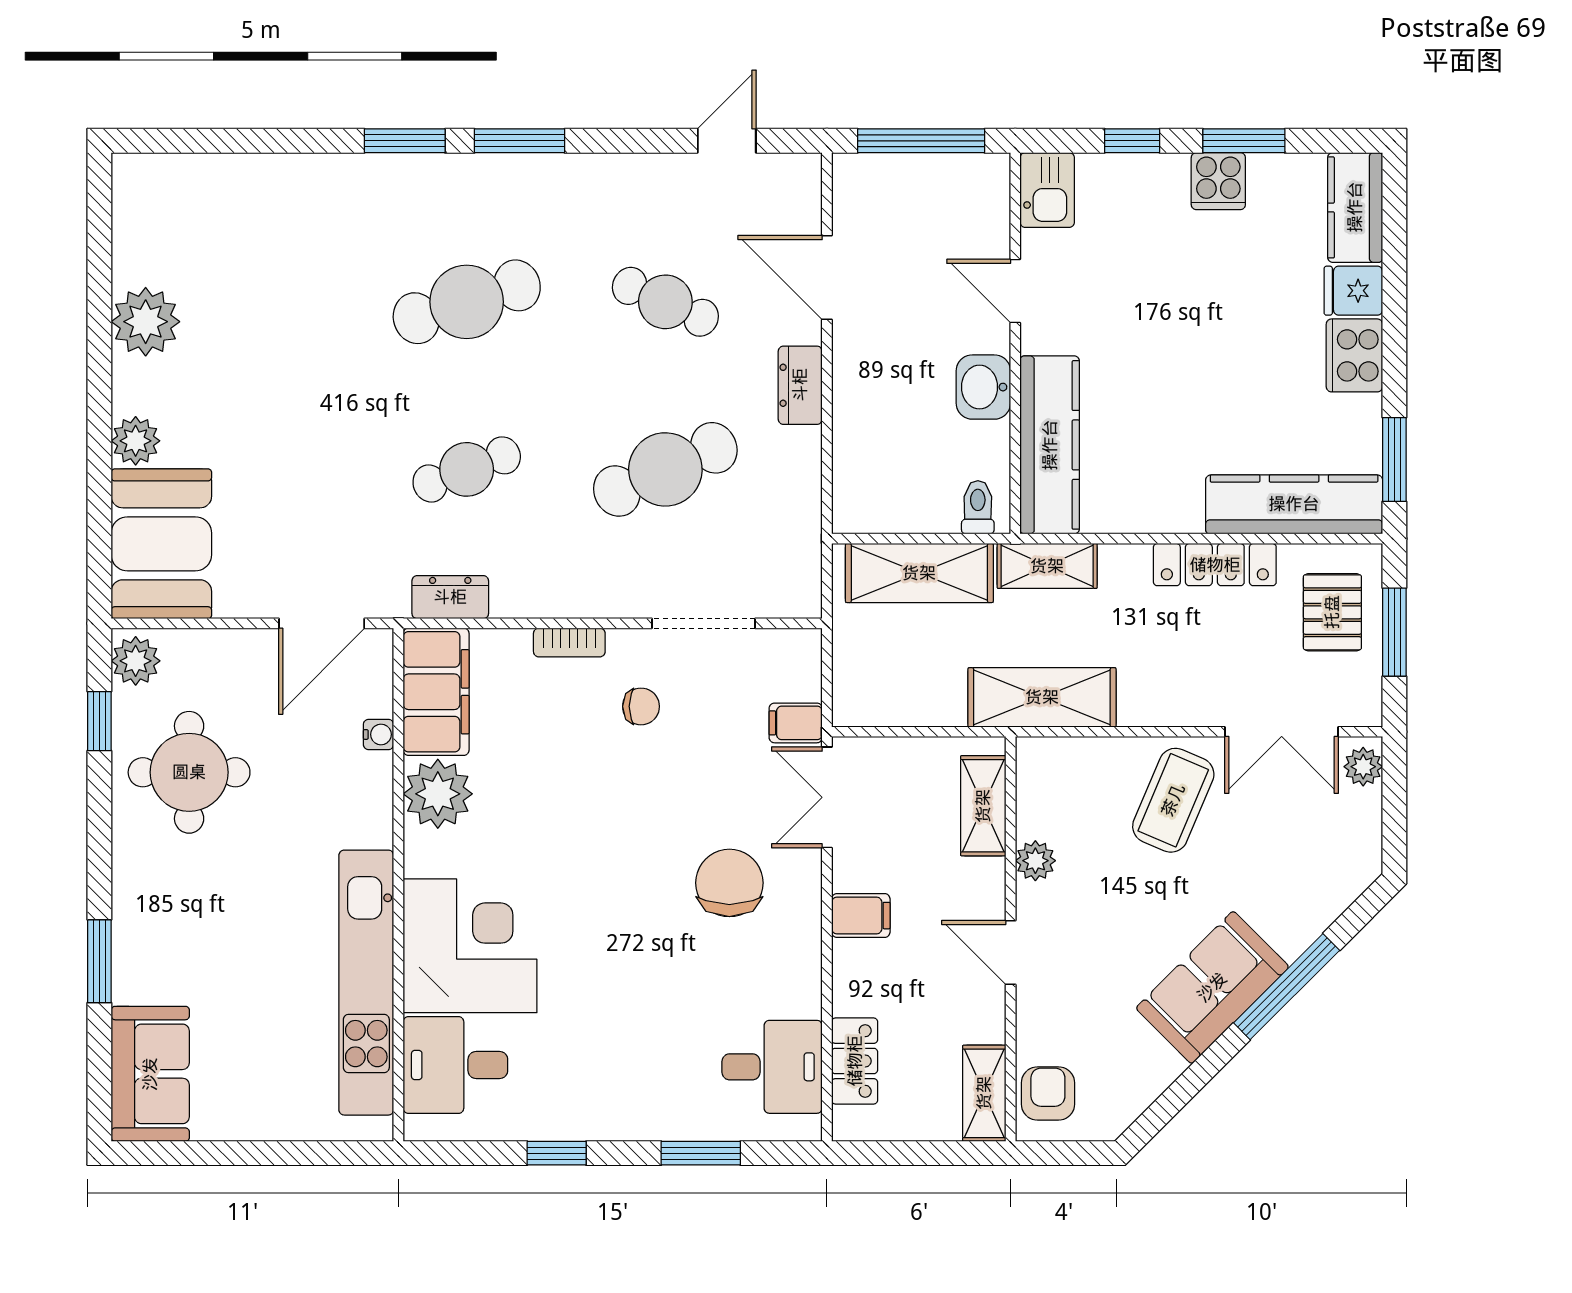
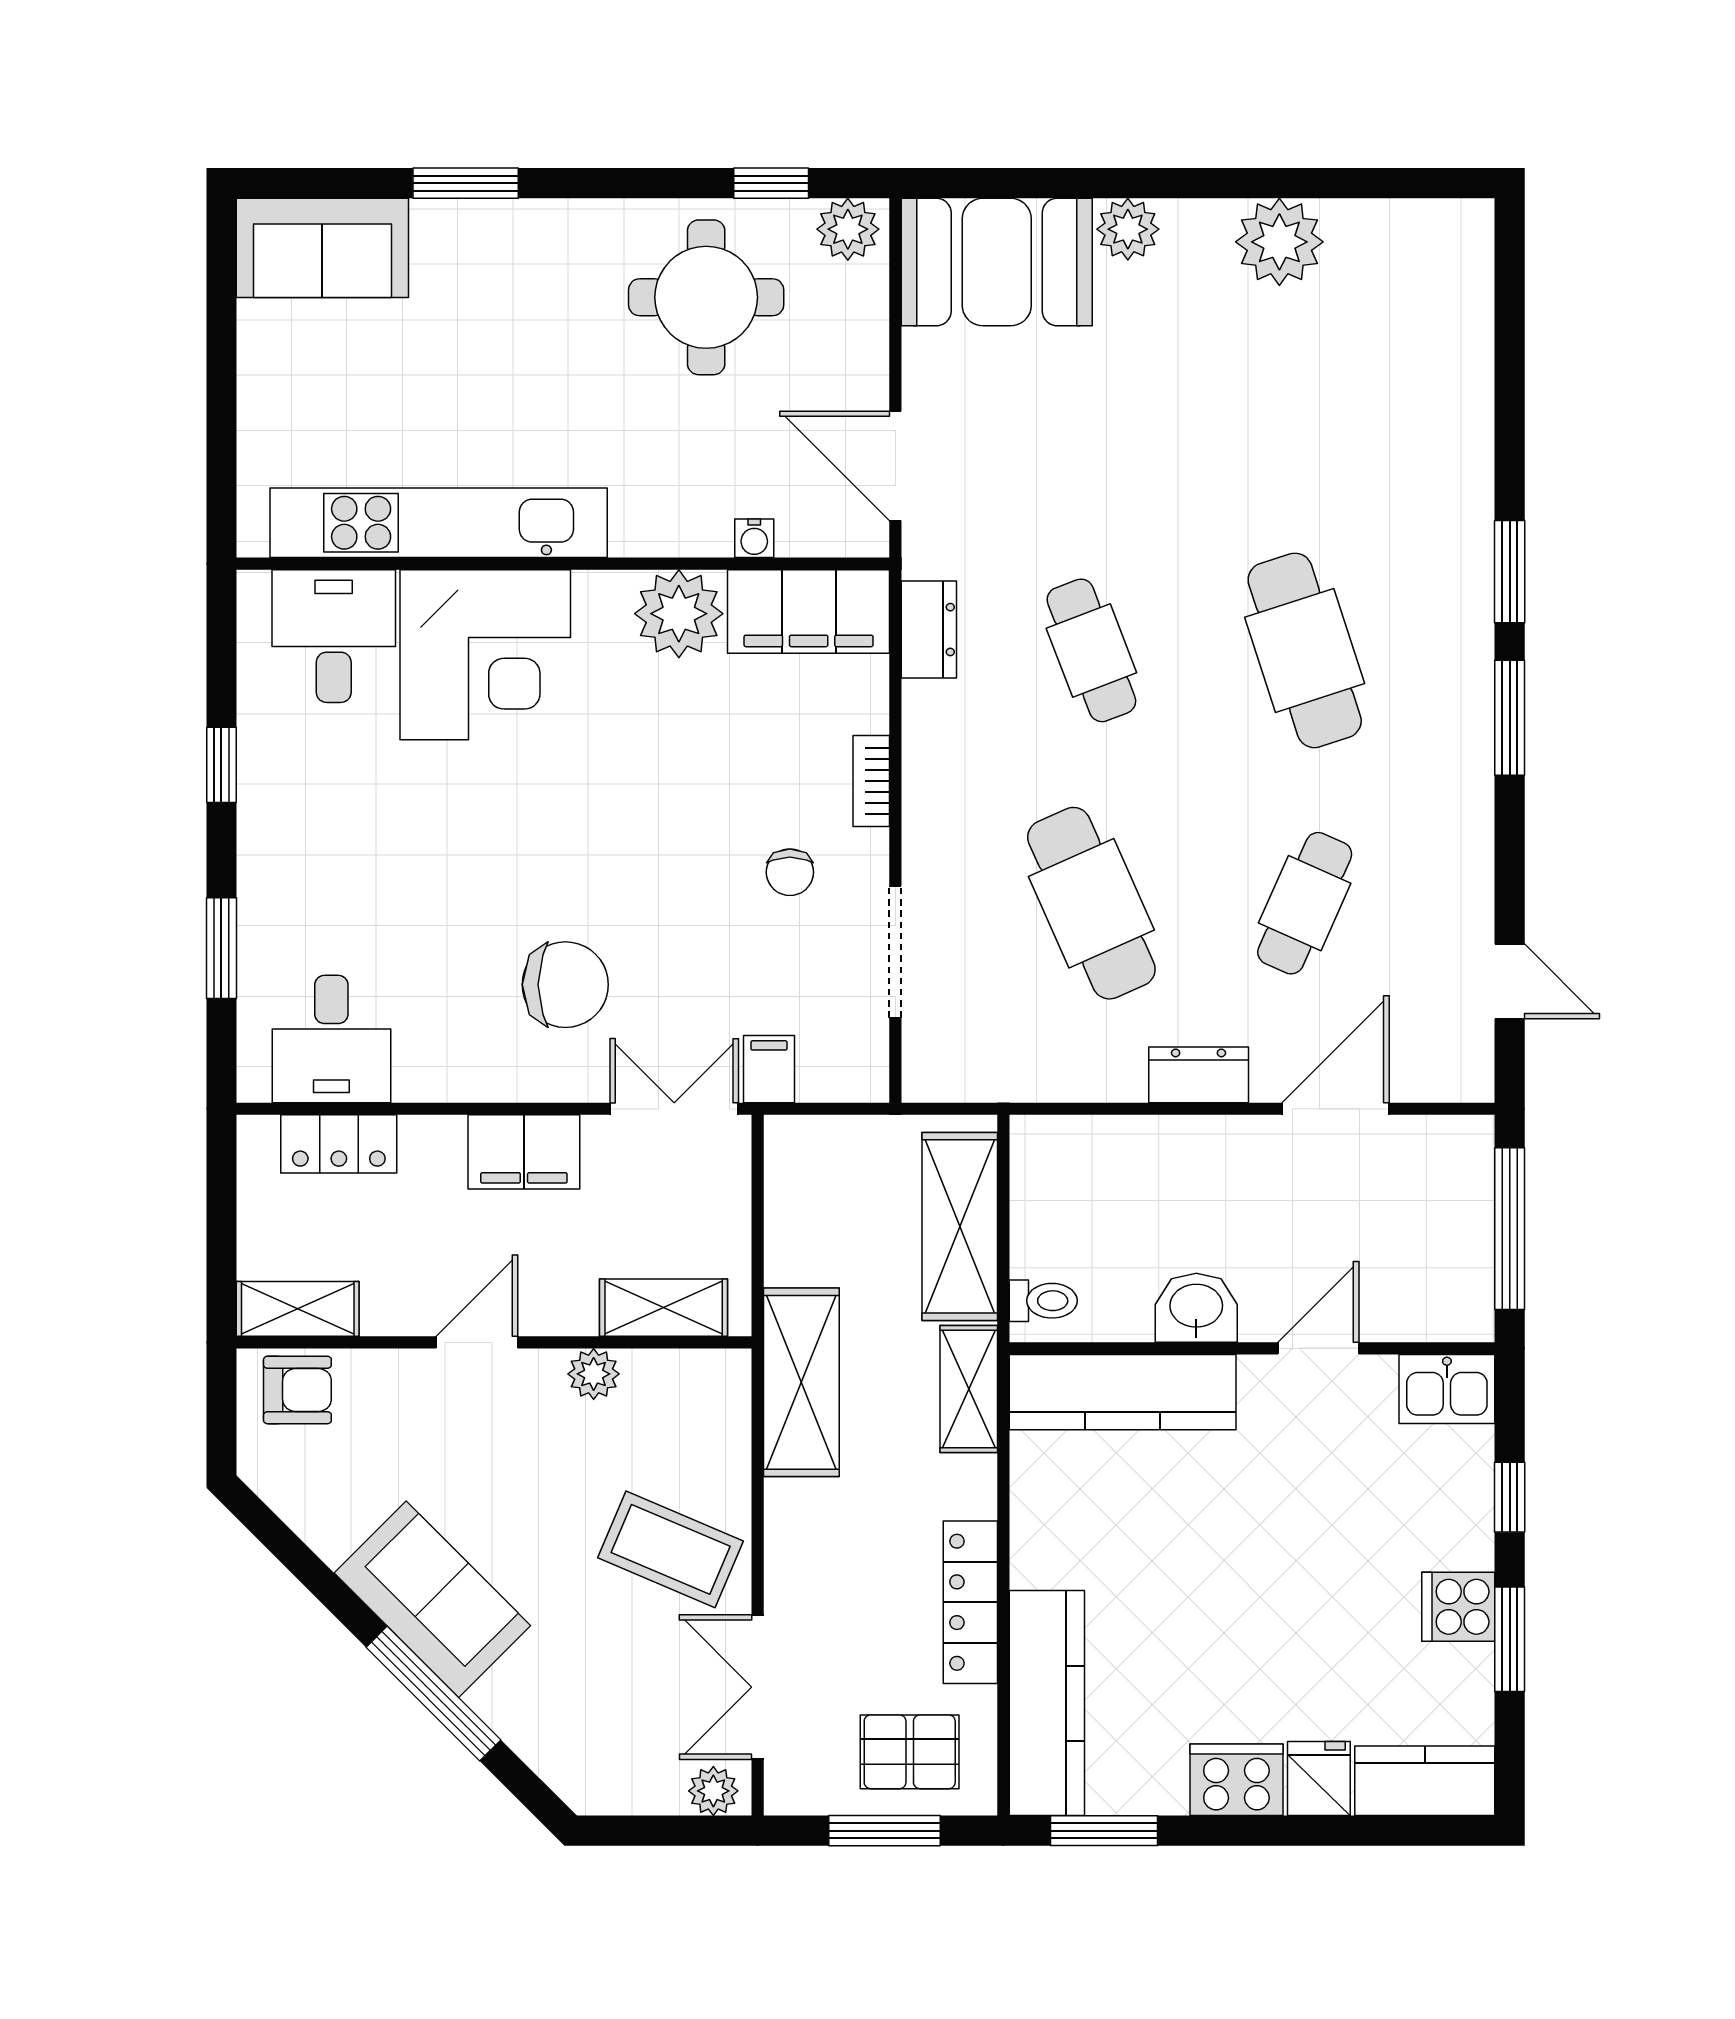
filing cabinet: (861, 916) -> (524, 1152), width x2.00

